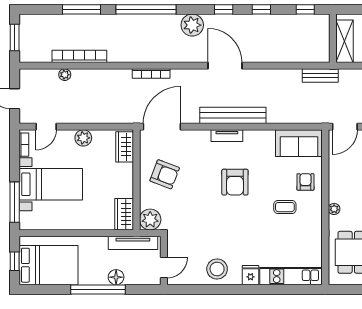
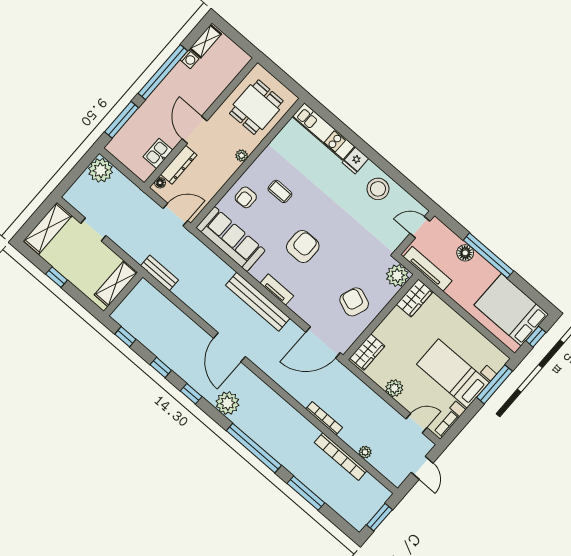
bookcase: (151, 74) -> (324, 418), moved
sofa: (299, 143) -> (231, 239), width x1.36

